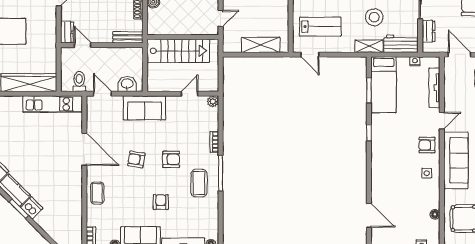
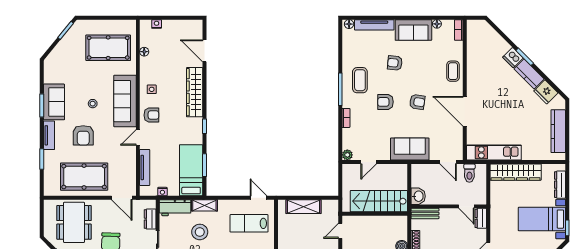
washbasin: (127, 84) -> (418, 196), moved, turned -90
wardrobe: (380, 170) -> (195, 92), added
armchair: (161, 202) -> (395, 63), turned 96

